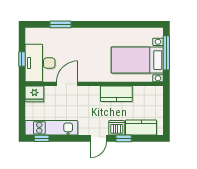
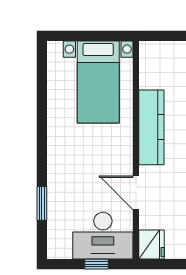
window: (166, 53) -> (87, 36), removed
kitchen counter: (116, 94) -> (151, 127), width x1.50

